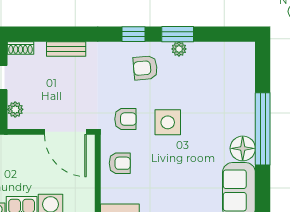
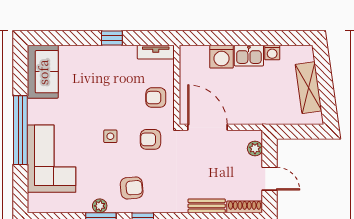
shoe rack: (20, 48) -> (245, 207), width x1.43
corner sofa: (230, 99) -> (52, 159), added
side table: (168, 122) -> (110, 136), width x0.54, depth x0.54
floor lamp: (243, 148) -> (39, 112), removed

